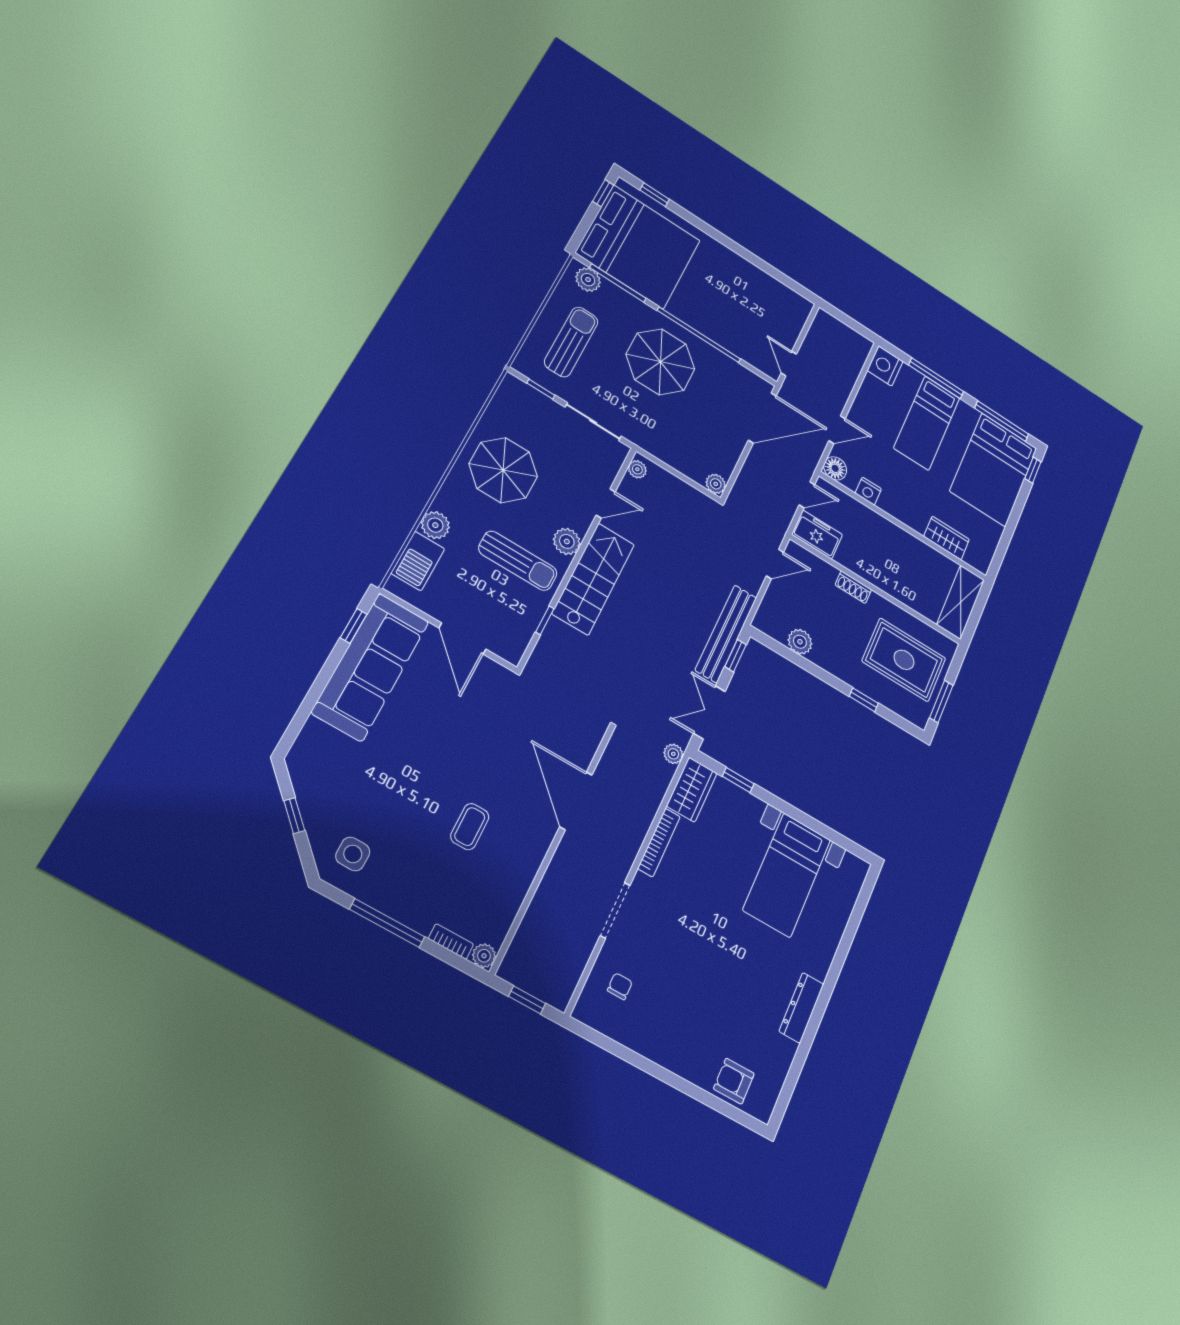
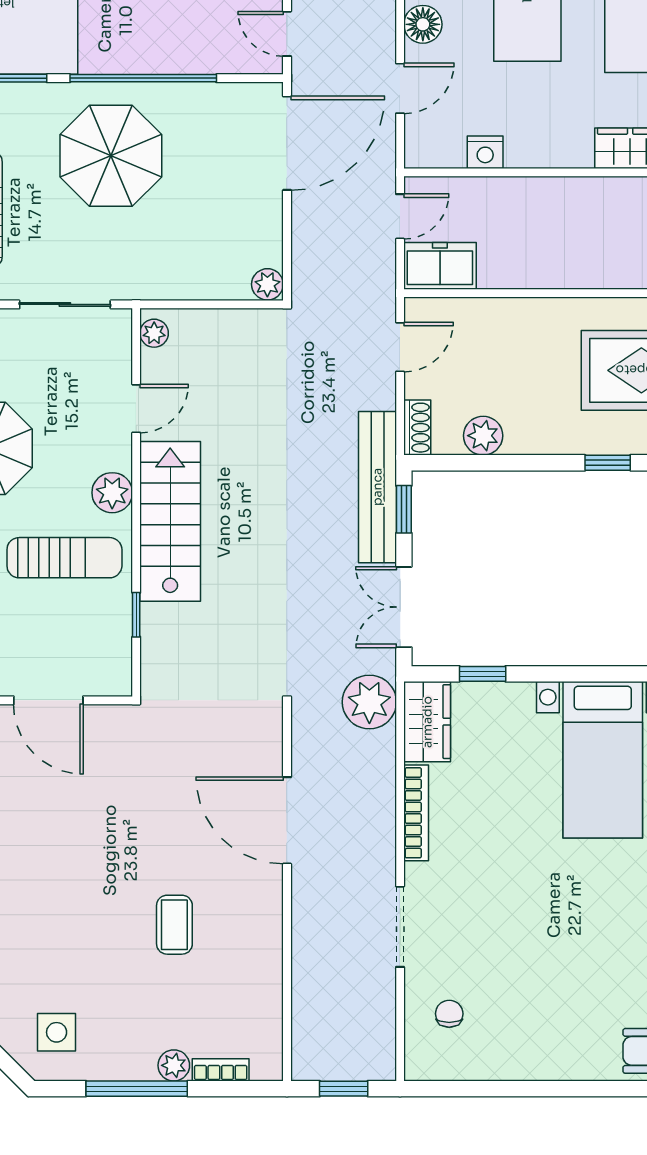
floor lamp: (835, 468) -> (423, 24), moved
shoe rack: (853, 587) -> (417, 428), moved, turned -90
plant: (673, 754) -> (369, 702), width x1.88, depth x1.88
plant: (484, 956) -> (174, 1065), moved

